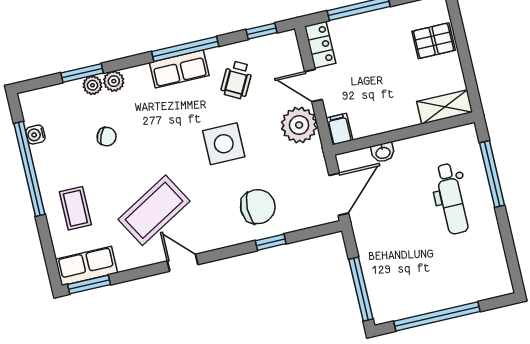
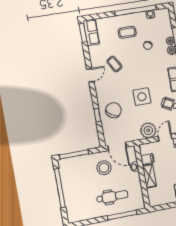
shelving: (445, 107) -> (149, 176), moved
filing cabinet: (339, 129) -> (147, 159), moved
dental chair: (452, 199) -> (112, 197), turned 180
chair: (258, 207) -> (113, 110), turned -146
coffee table: (75, 208) -> (127, 32), moved
coffee table: (154, 210) -> (114, 64), width x0.54, depth x0.58
stool: (388, 221) -> (104, 168), added

